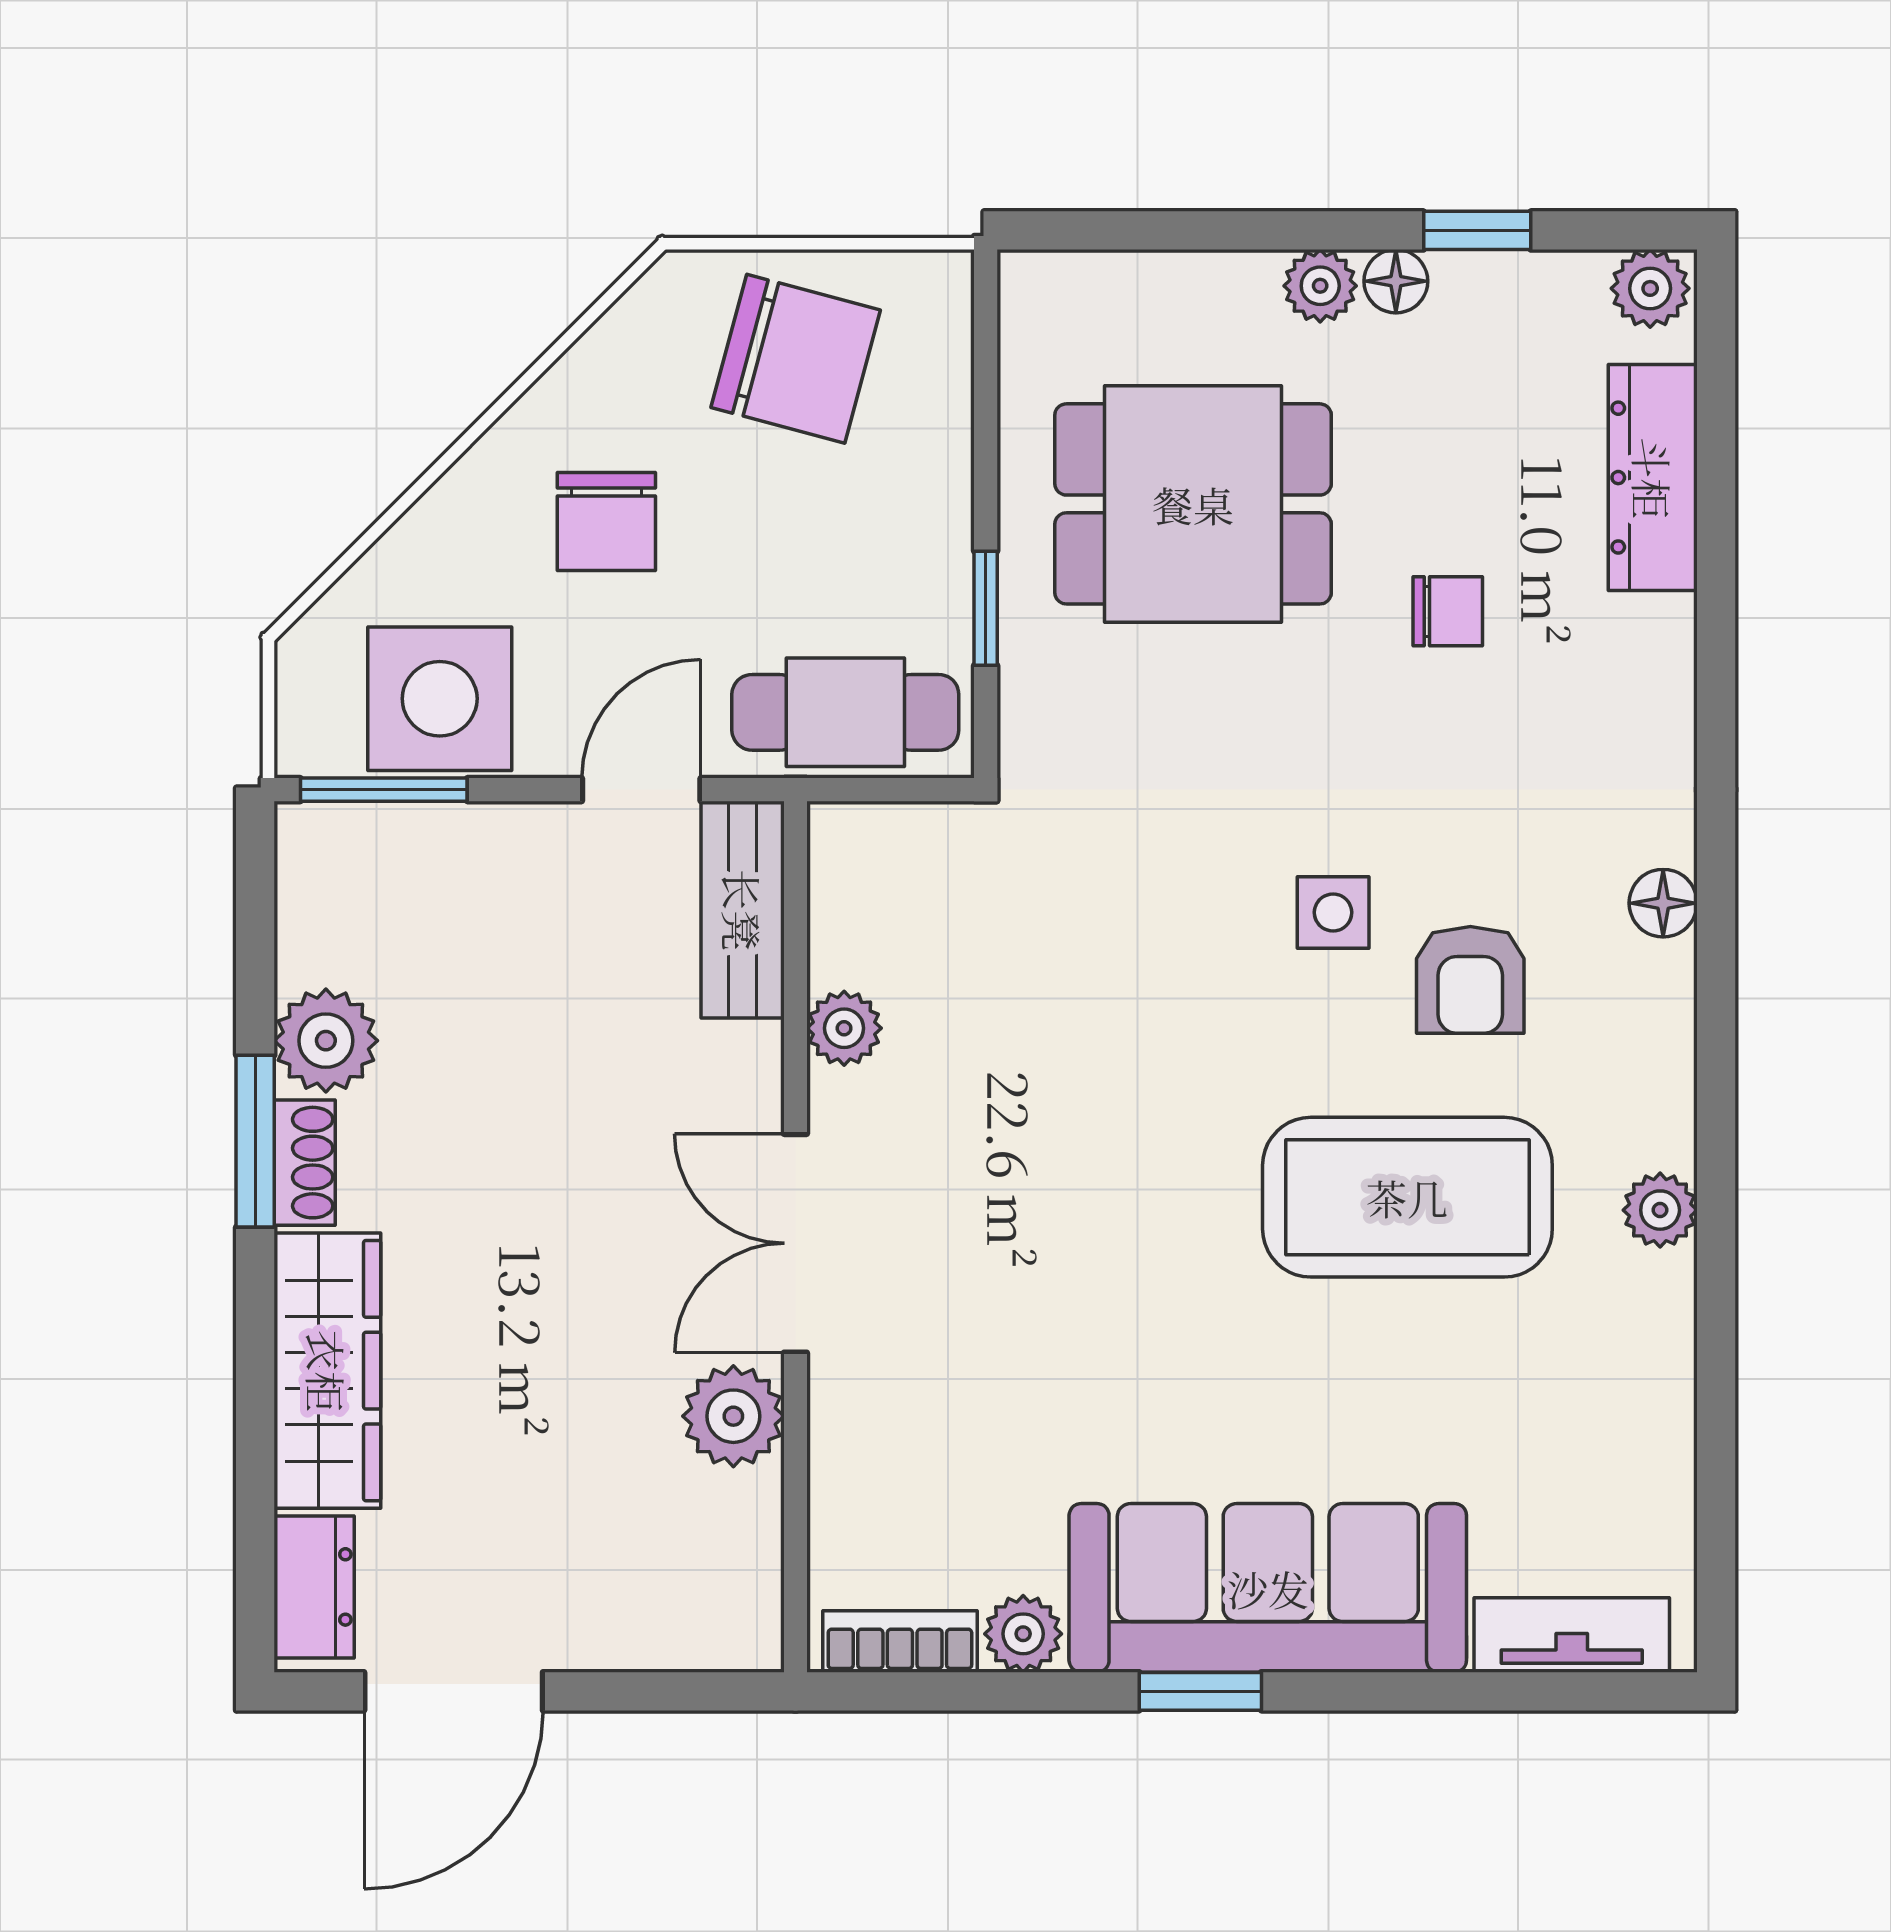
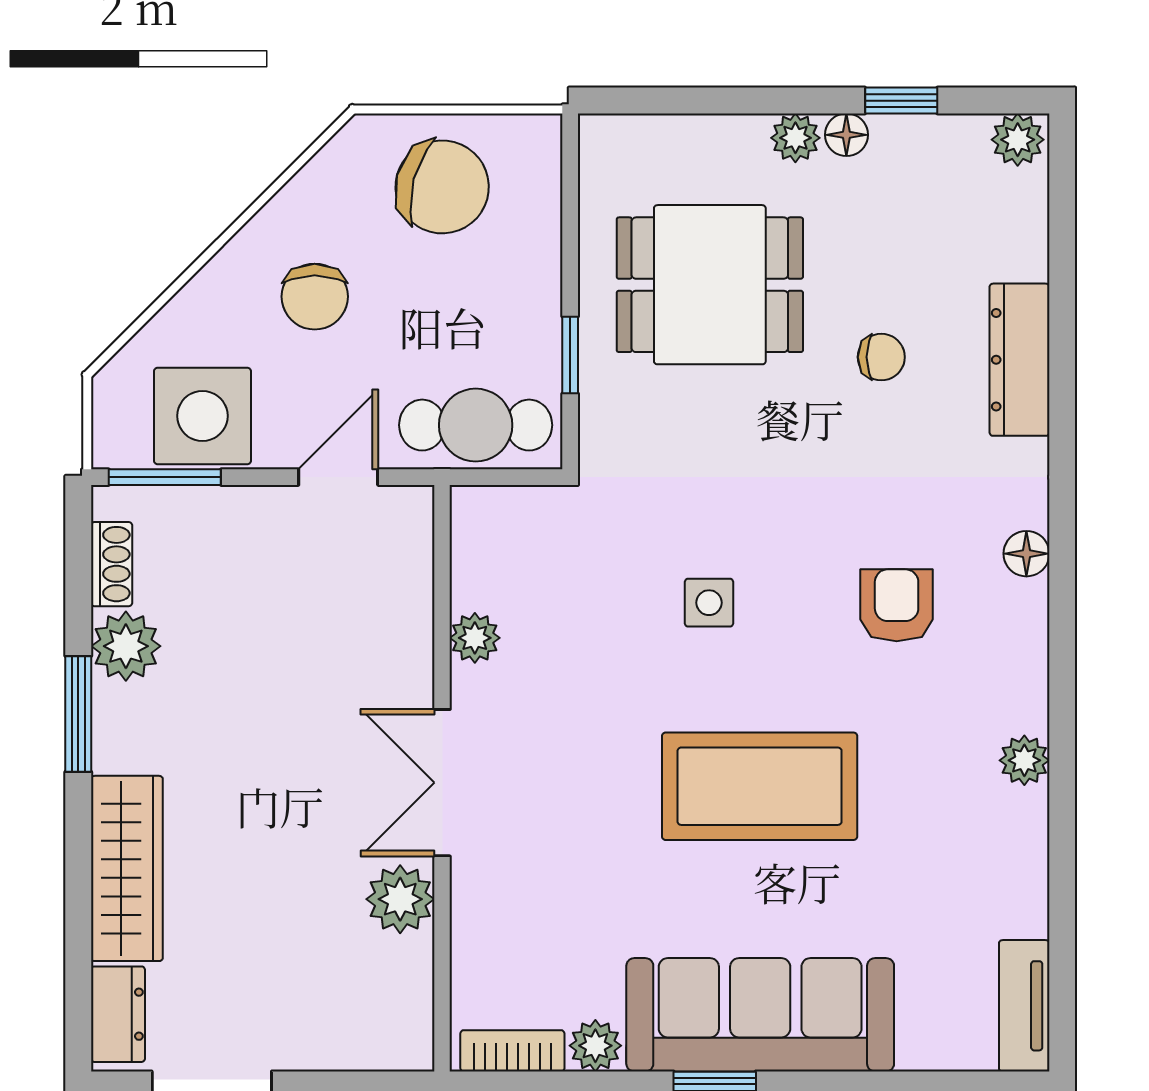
dresser: (1653, 478) -> (1019, 360), moved
bench: (743, 910) -> (406, 558), removed
side table: (1333, 912) -> (709, 603), moved
armchair: (1470, 980) -> (897, 605), turned 180
shoe rack: (305, 1163) -> (112, 564), moved
coffee table: (1407, 1197) -> (760, 786), moved
tv unit: (1572, 1635) -> (1024, 1006), moved, turned -90

